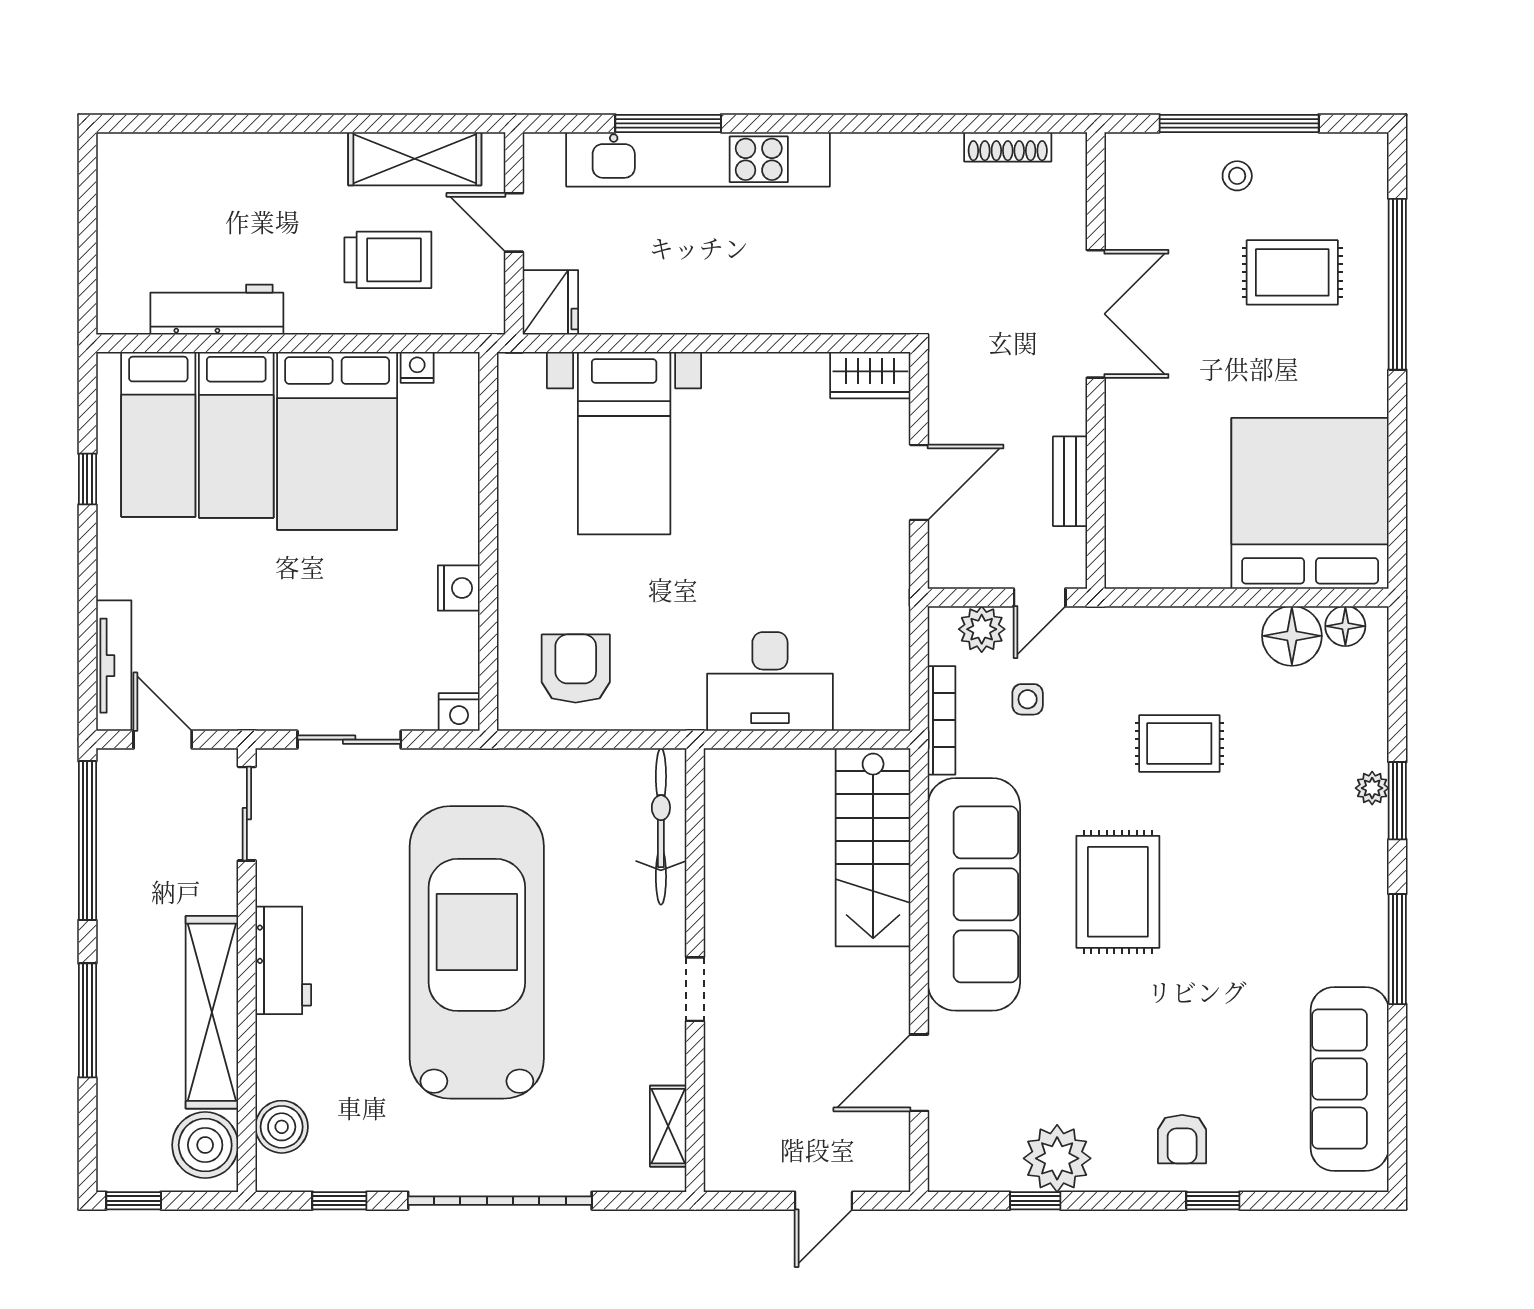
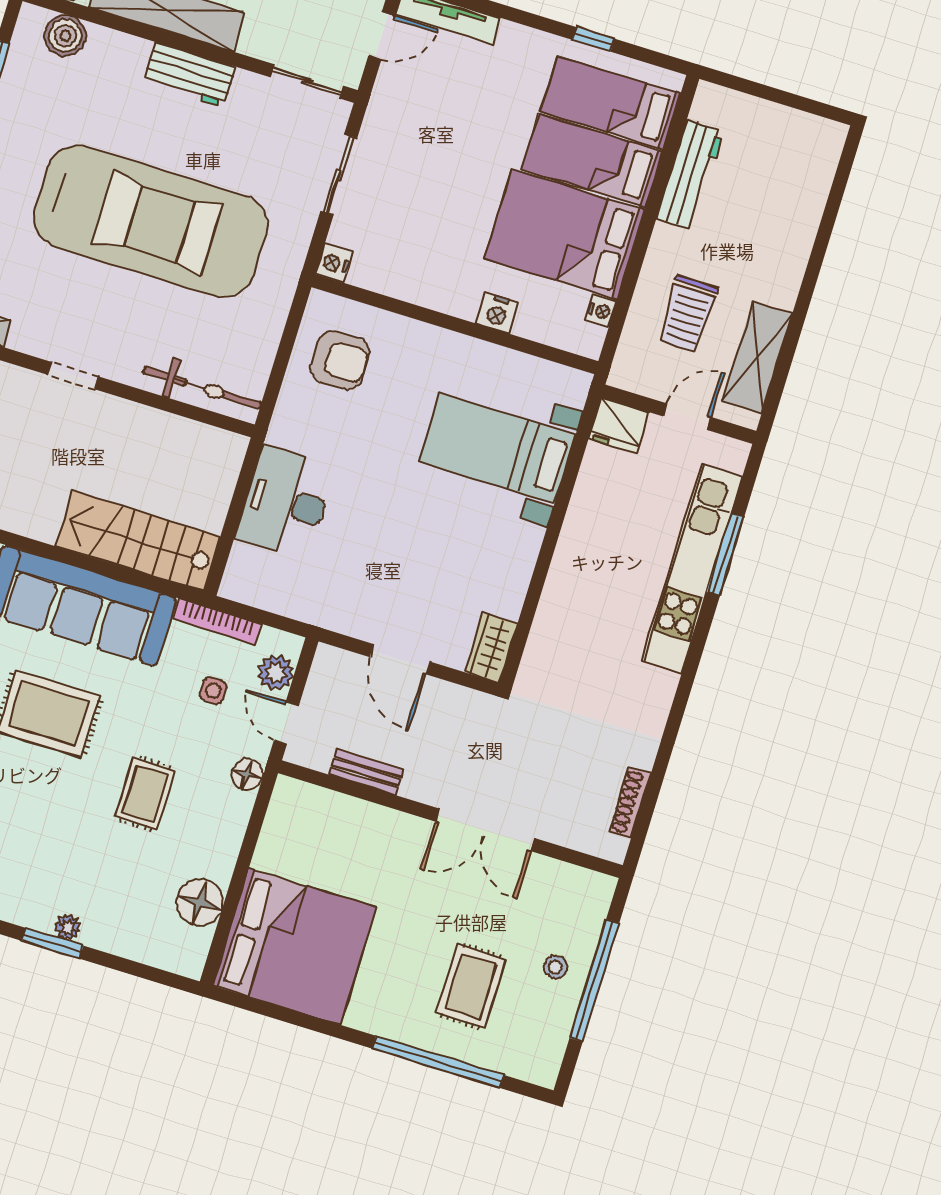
nightstand: (459, 588) -> (497, 313), moved
floor lamp: (1345, 626) -> (247, 774), moved

